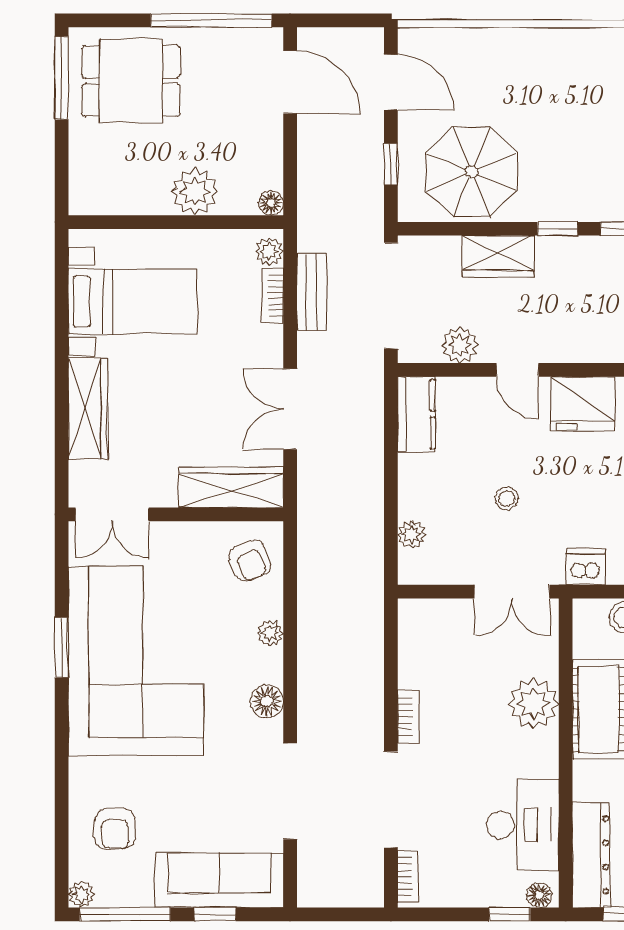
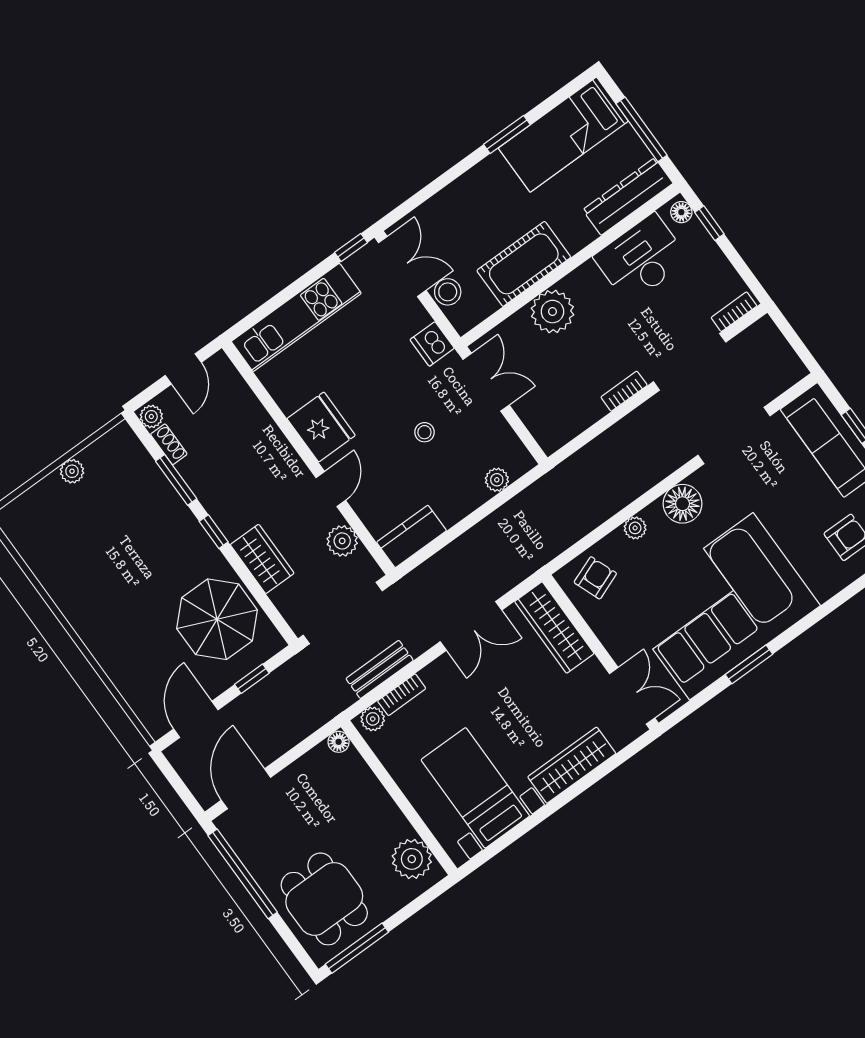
plant: (195, 192) -> (412, 859), moved
floor lamp: (267, 701) -> (683, 504), width x1.38, depth x1.38

